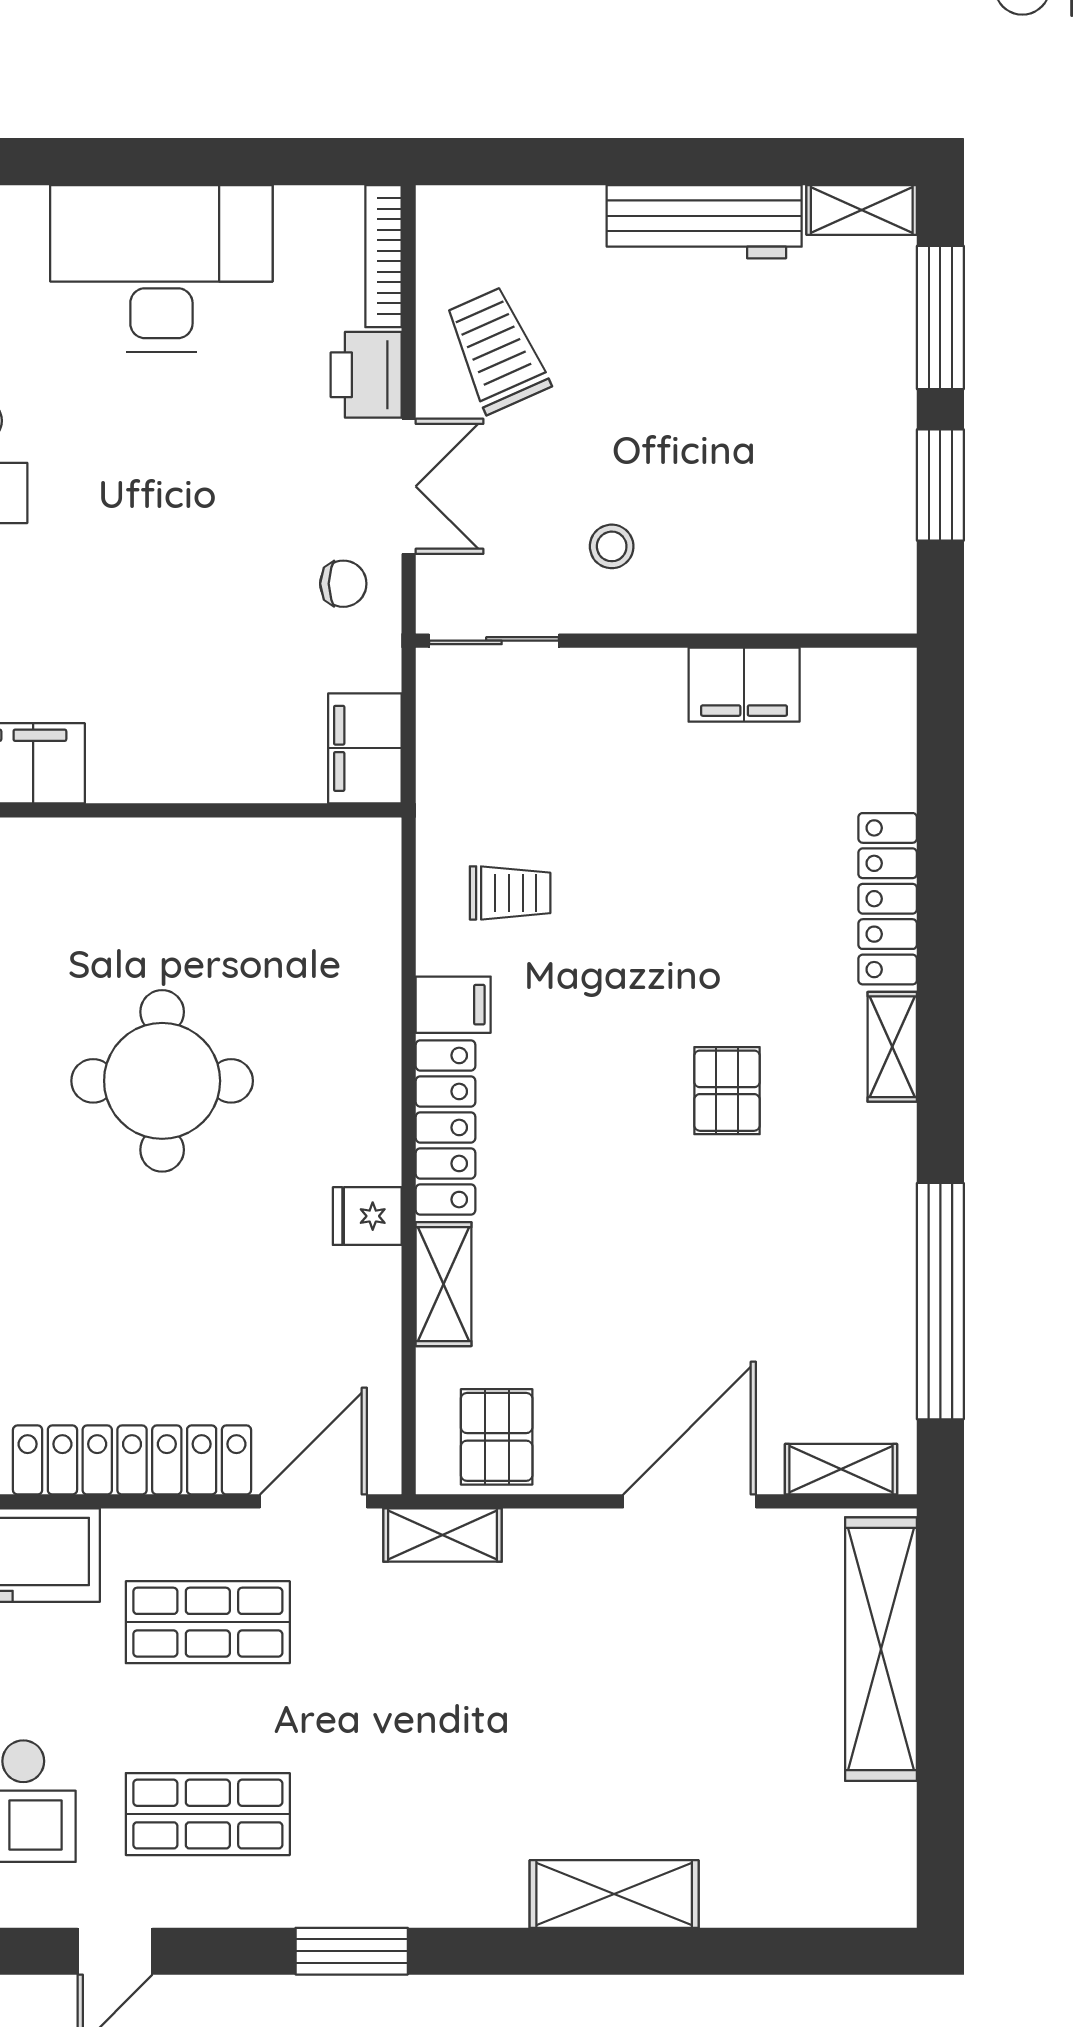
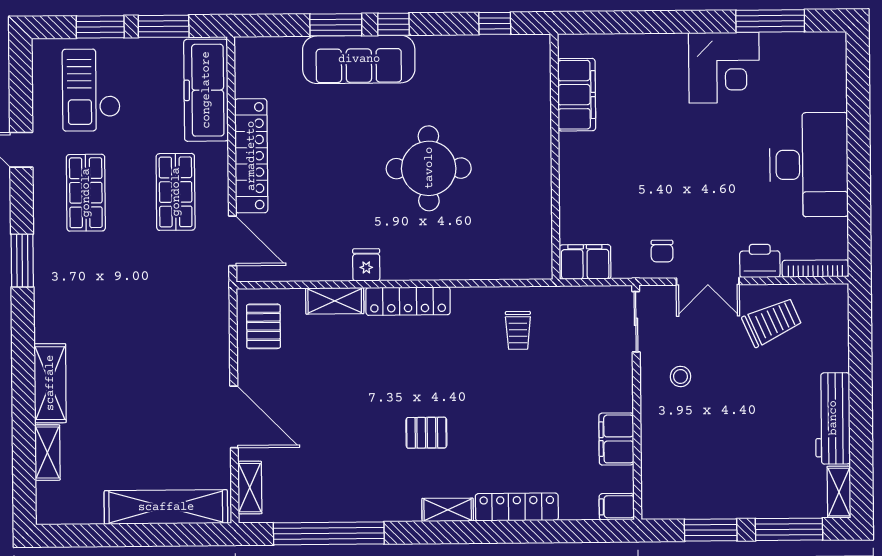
filing cabinet: (453, 1005) -> (617, 507), moved, turned 90
pallet: (497, 1437) -> (263, 326), turned 90
shelving: (442, 1535) -> (47, 453), moved

